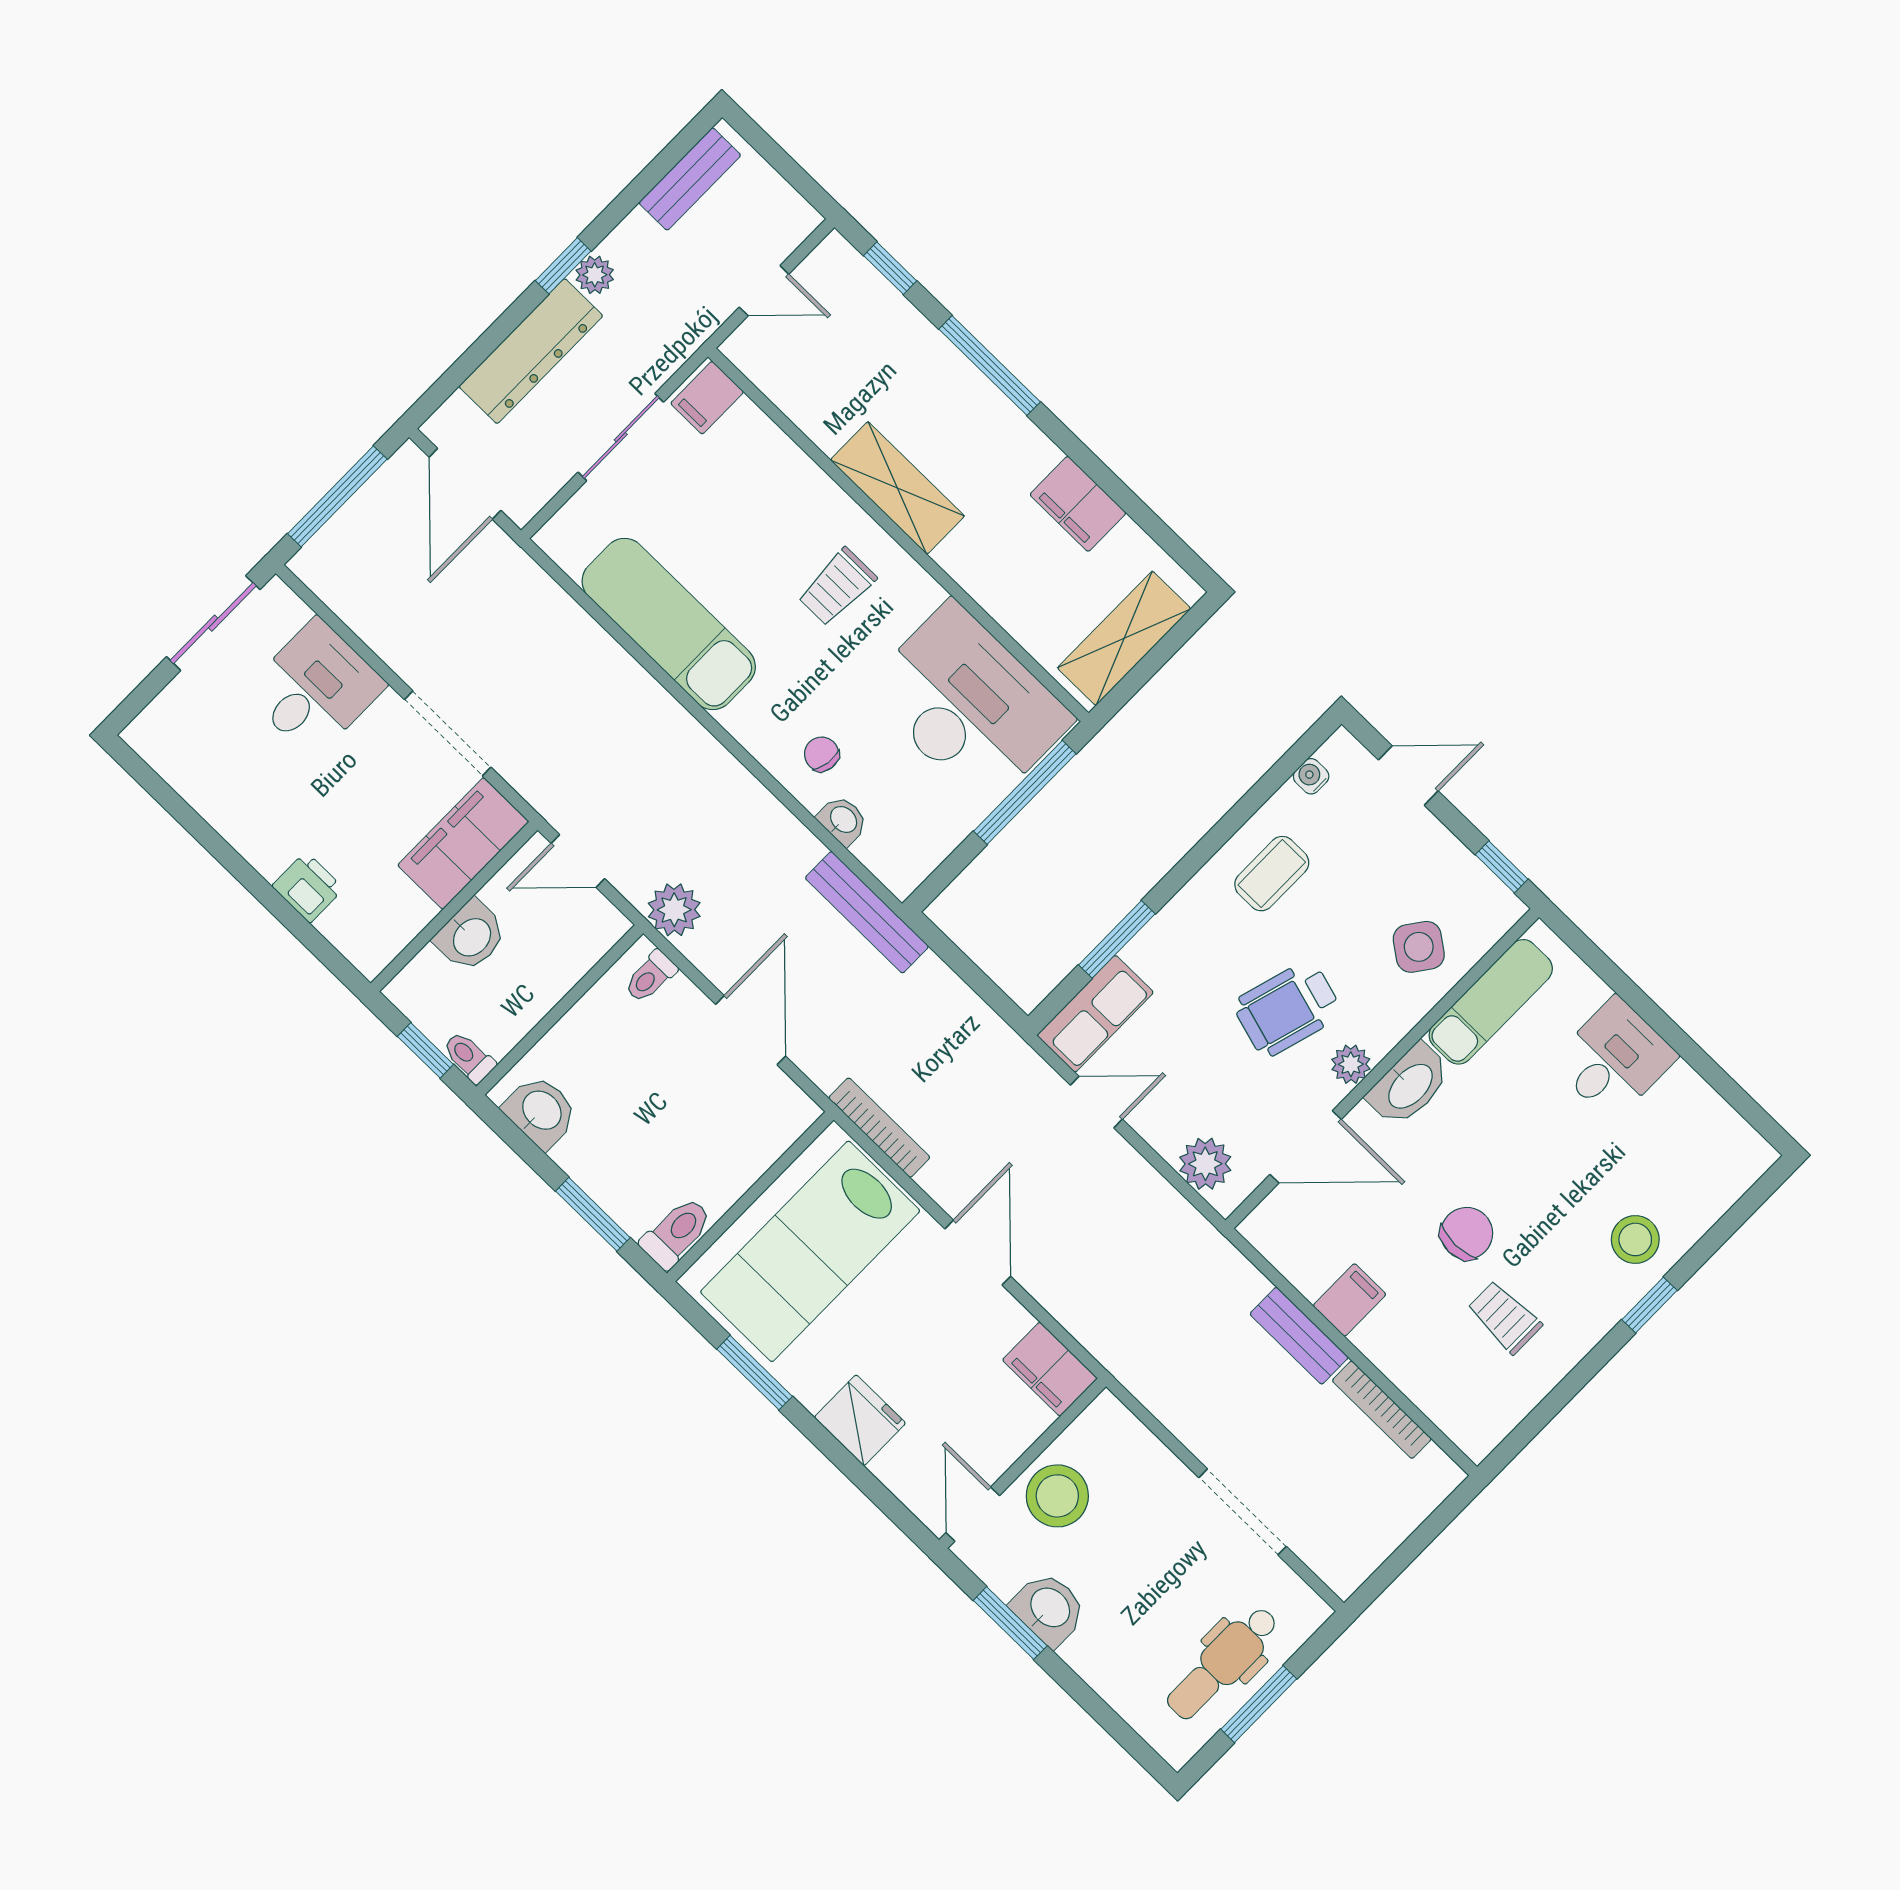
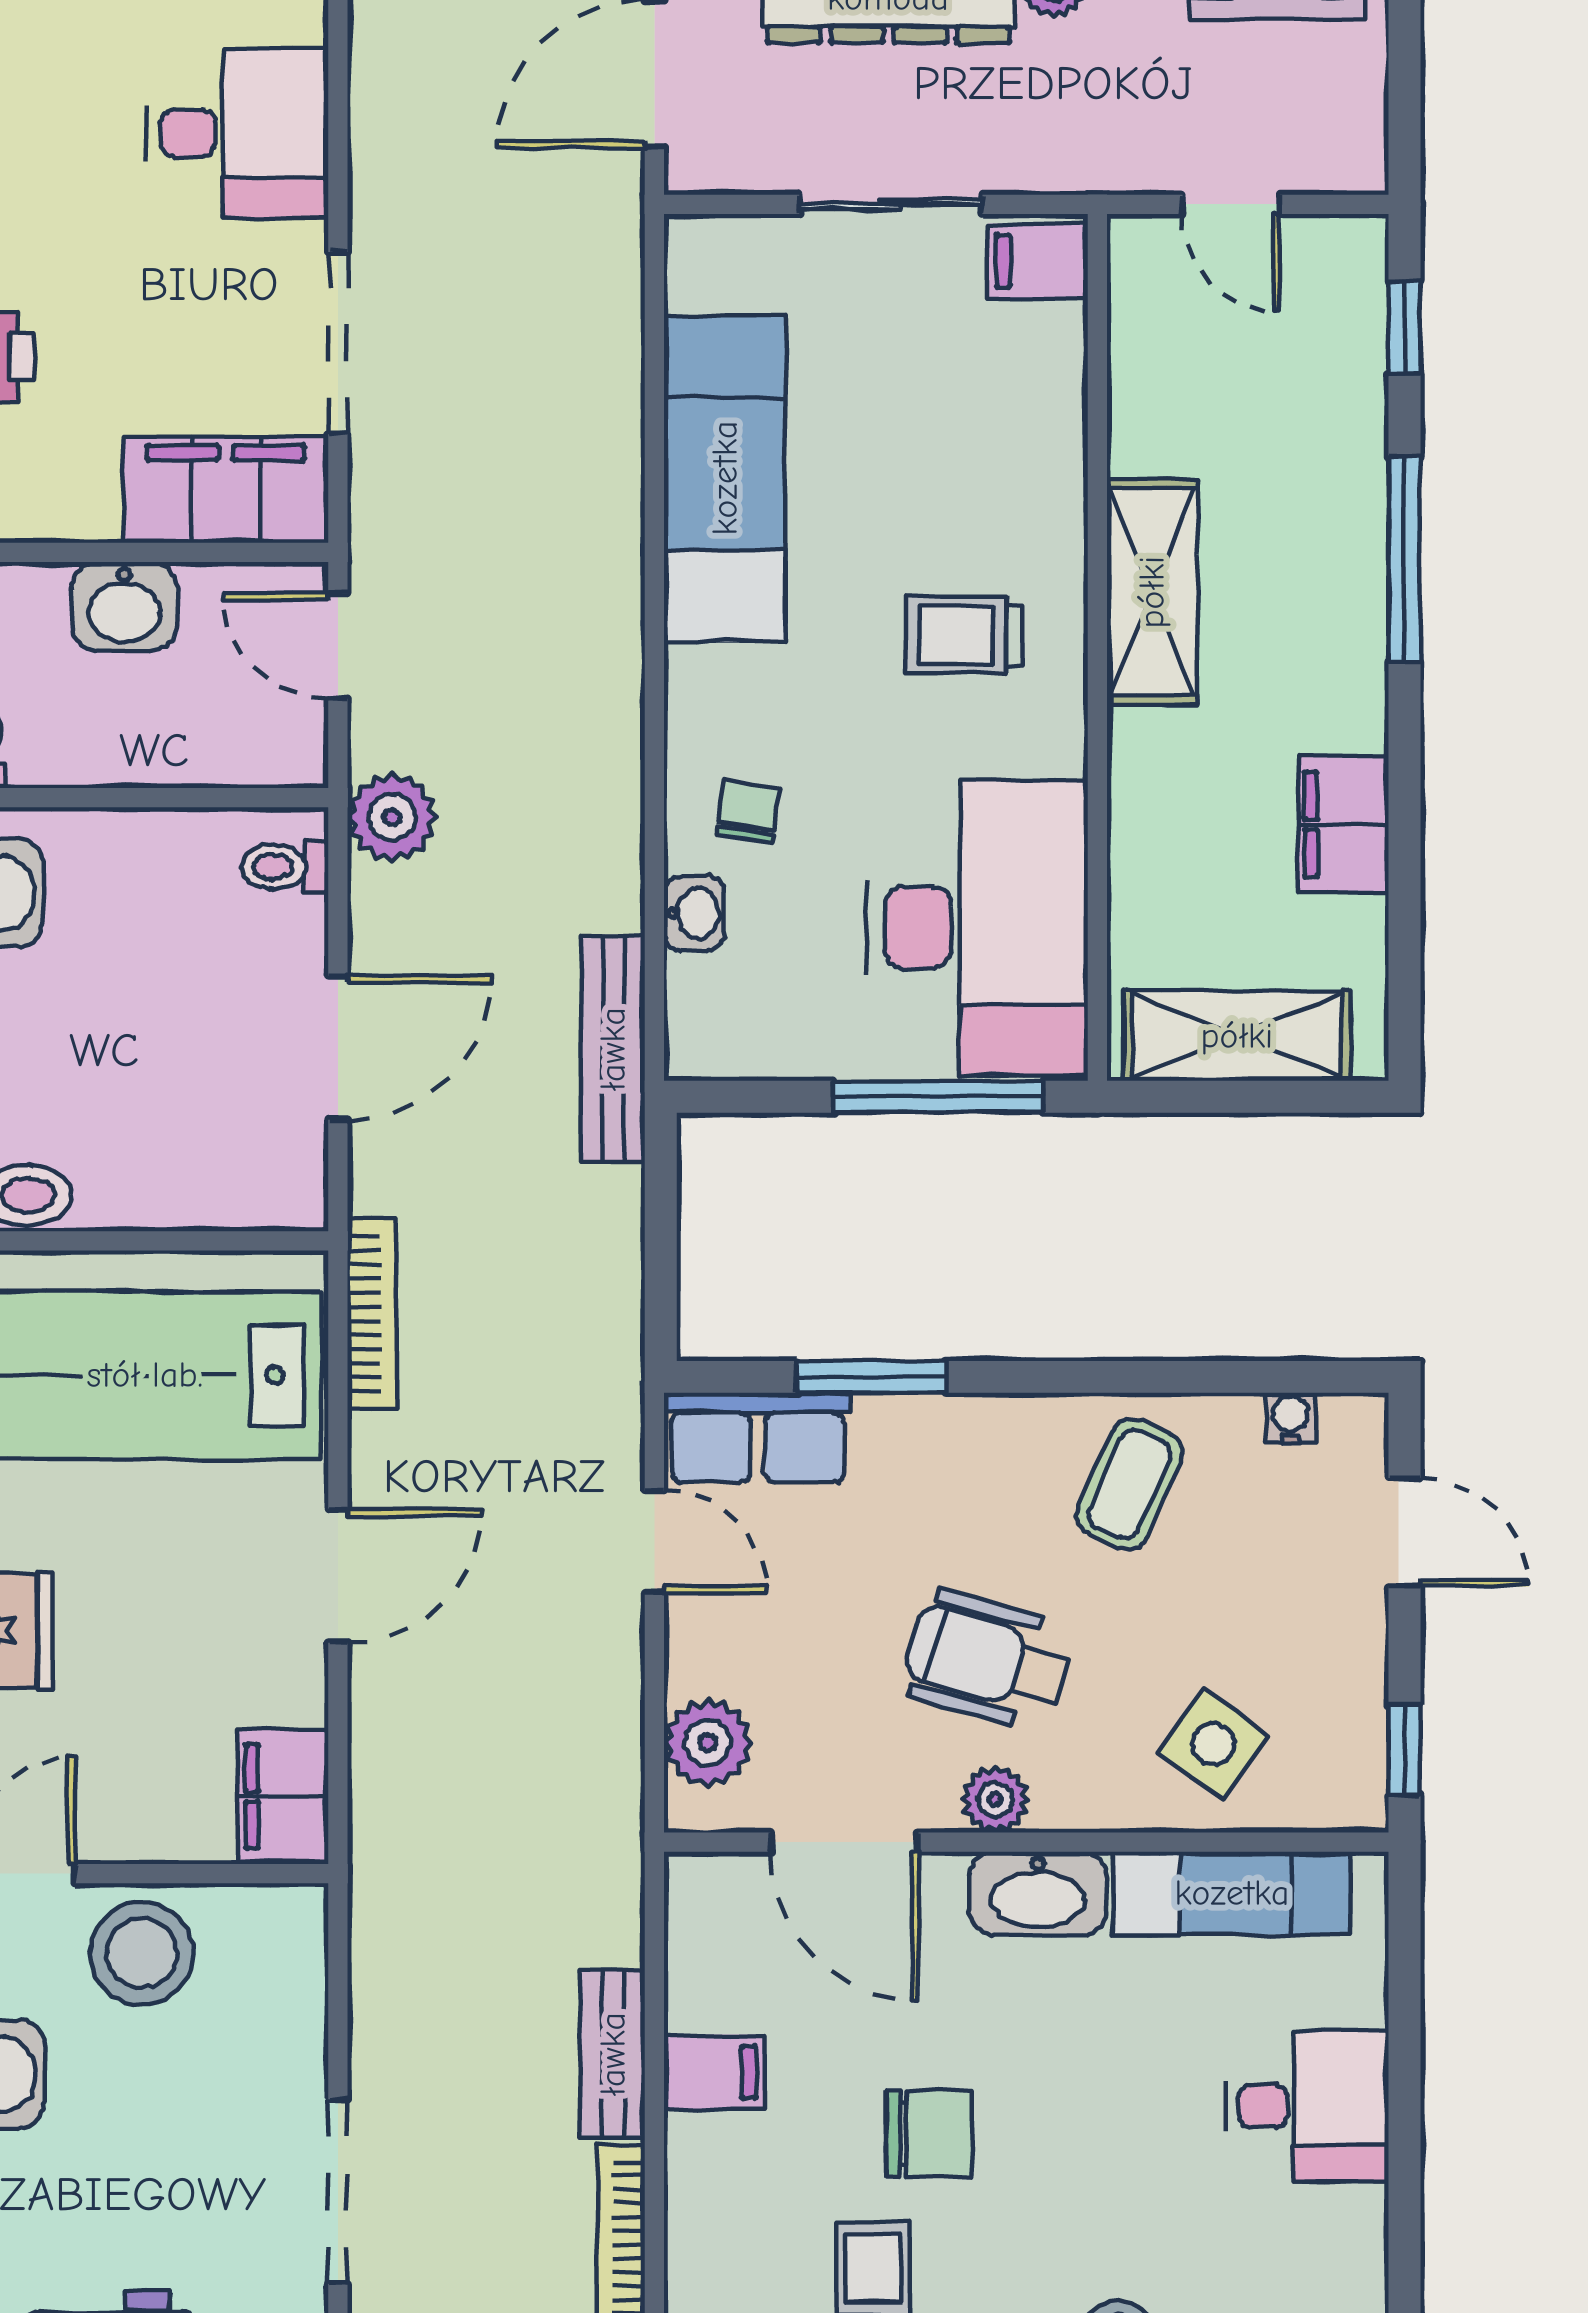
coffee table: (1272, 874) -> (1129, 1484), turned -66

